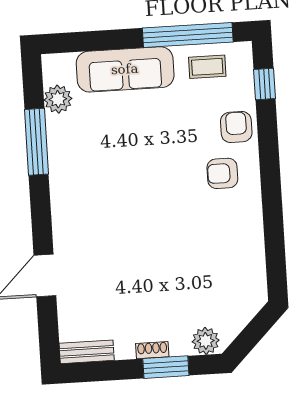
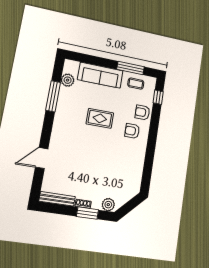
window: (188, 35) -> (131, 68), width x0.68
armchair: (236, 127) -> (142, 112), turned -90
rug: (146, 164) -> (100, 118), added
bench: (87, 352) -> (57, 199), width x1.36

